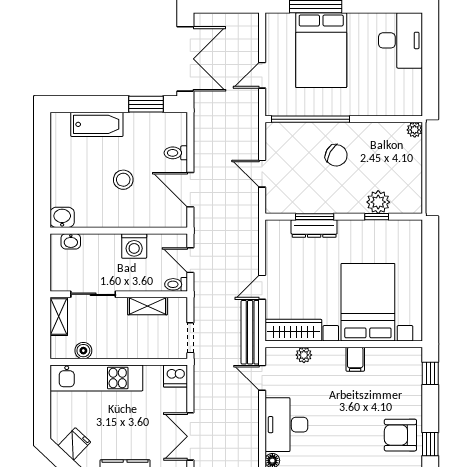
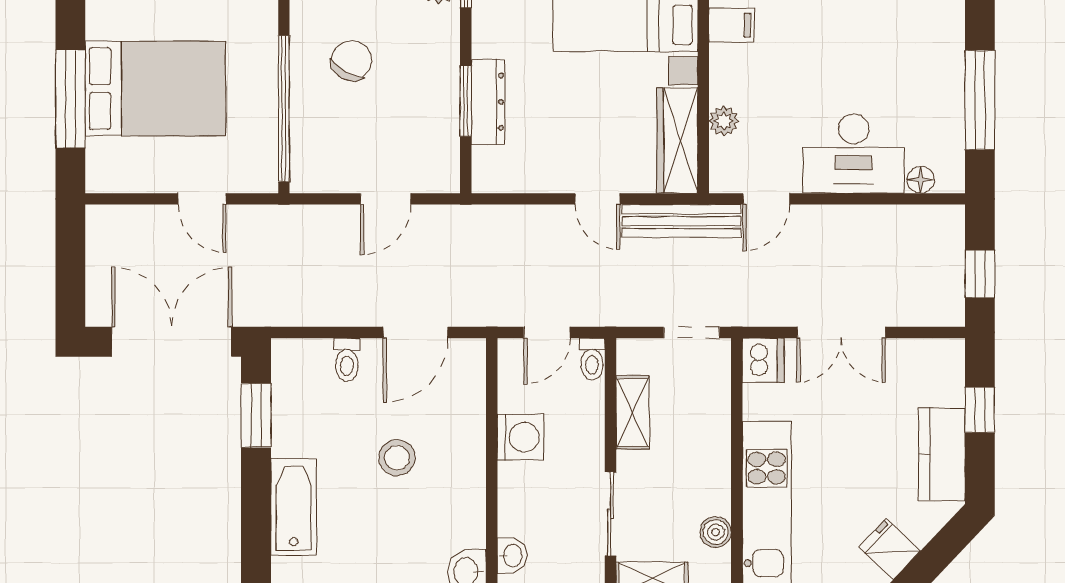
double door: (190, 436) -> (841, 332), moved

